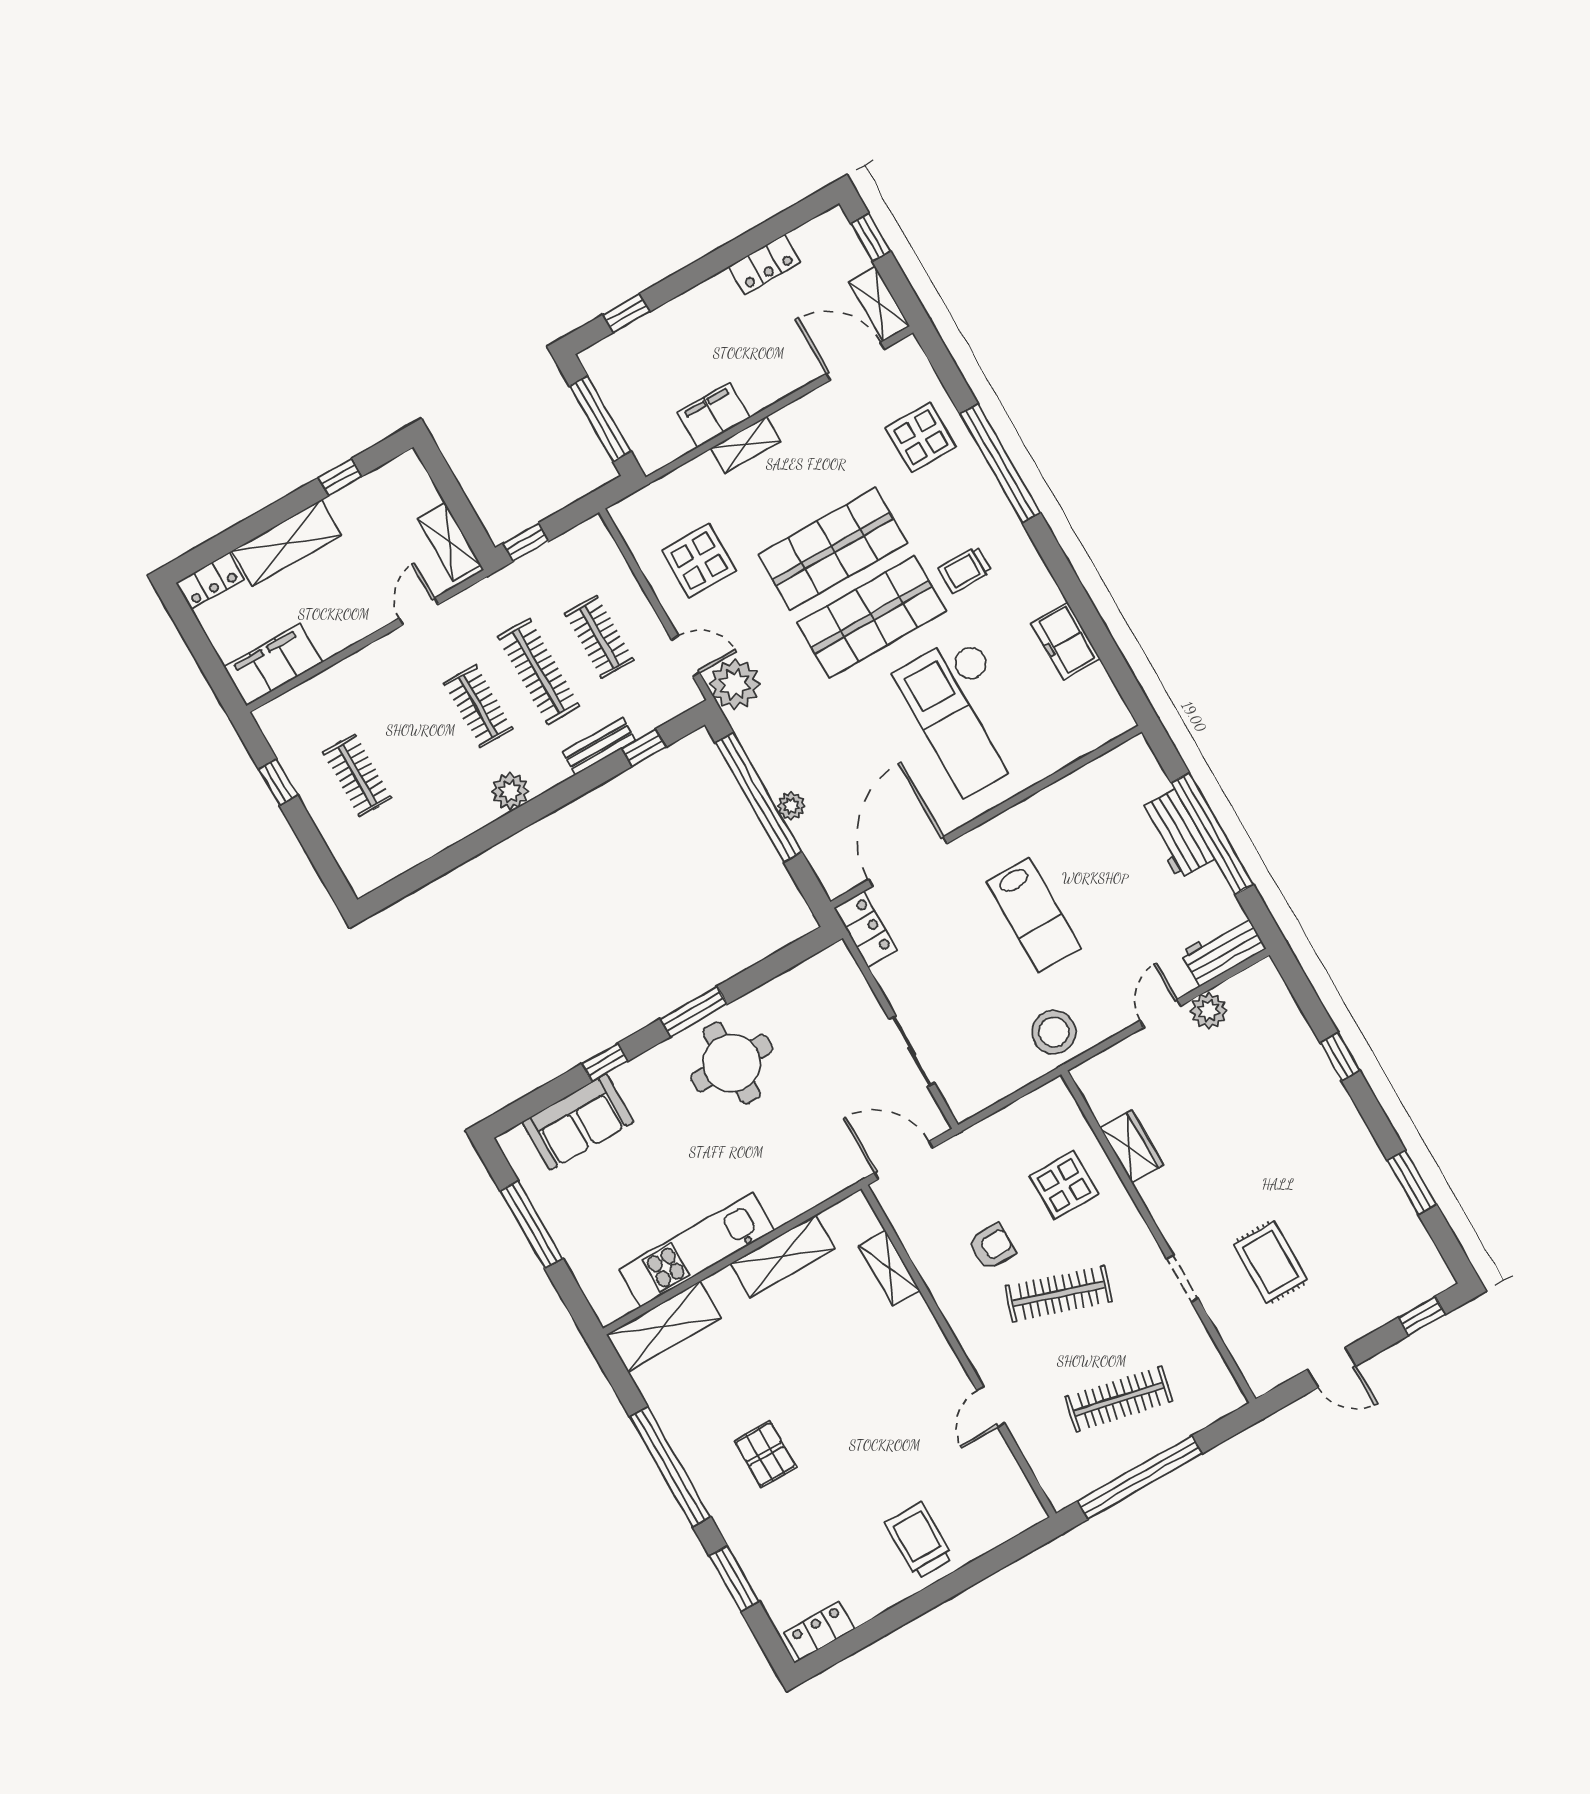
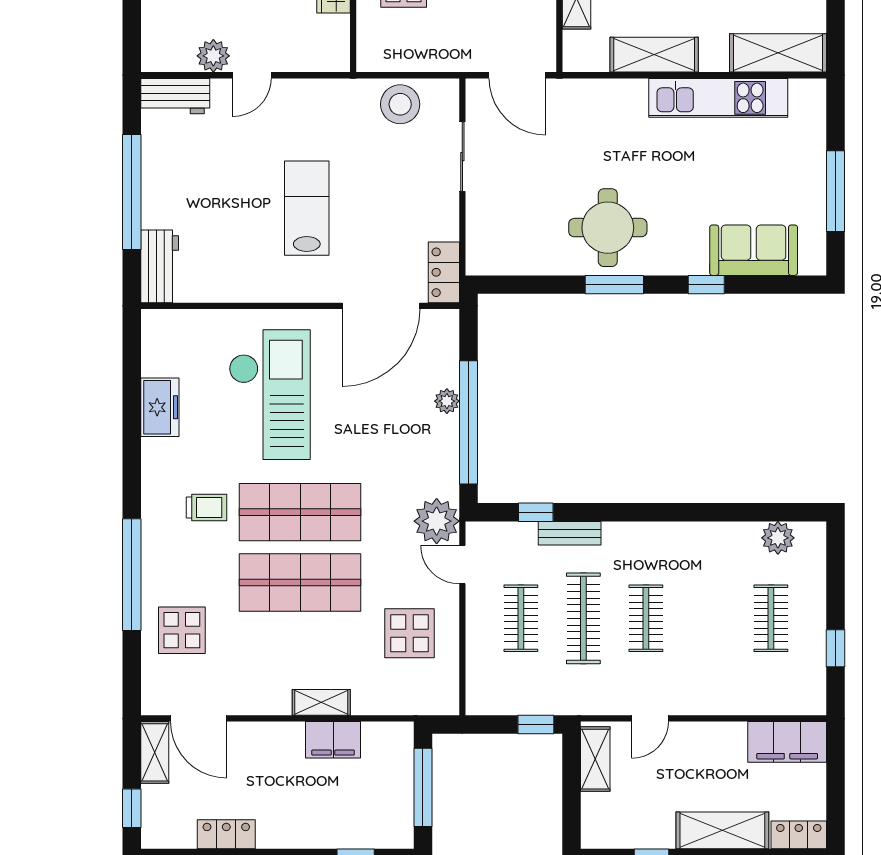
plant: (510, 791) -> (778, 538), moved
workbench: (1176, 834) -> (160, 266), moved
stool: (1054, 1032) -> (400, 104), moved

